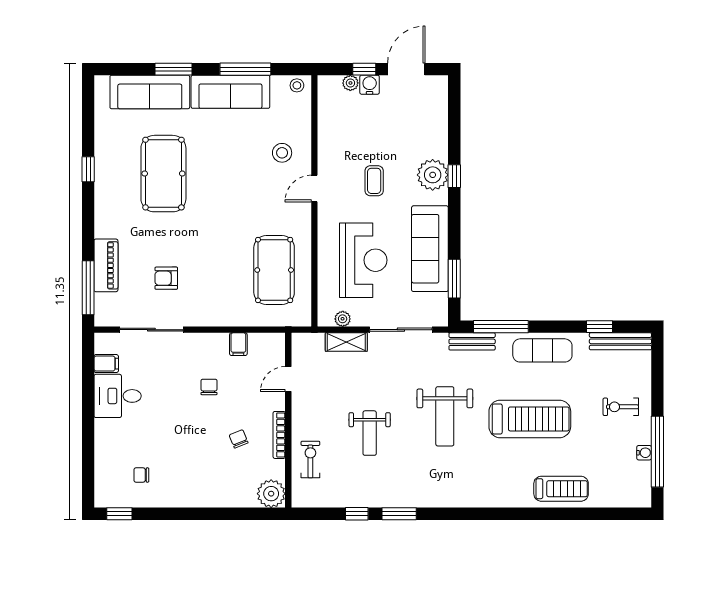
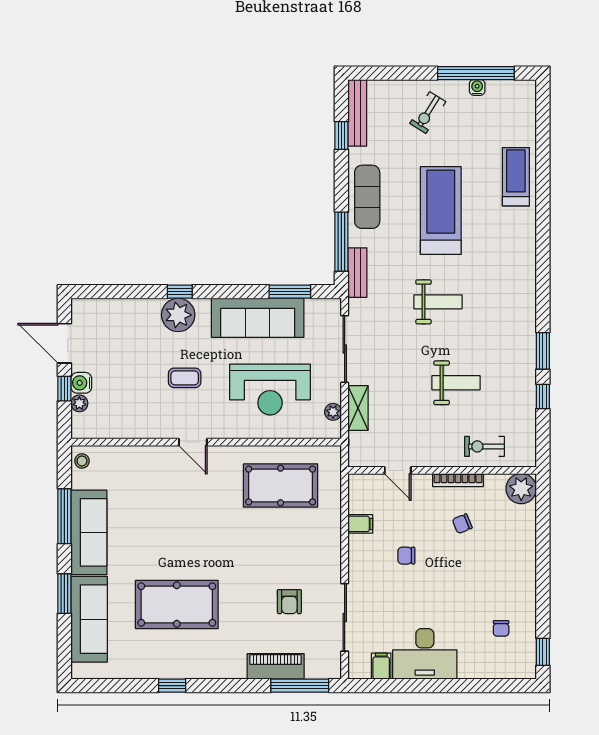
stool: (282, 153) -> (154, 477), removed
reception desk: (363, 260) -> (270, 390), turned 180
desk: (118, 396) -> (425, 654), width x1.37
exercise bike: (621, 407) -> (428, 113), turned 32
weight bench: (445, 416) -> (438, 302), width x0.73, depth x0.75

